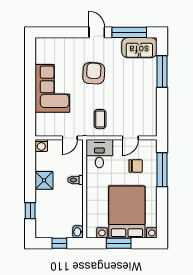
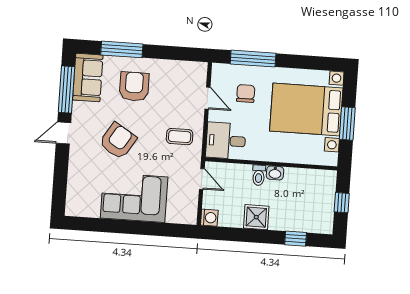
armchair: (94, 73) -> (118, 141), turned 119
armchair: (135, 83) -> (134, 86), added
washbasin: (78, 232) -> (275, 173), moved

